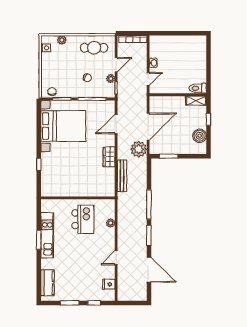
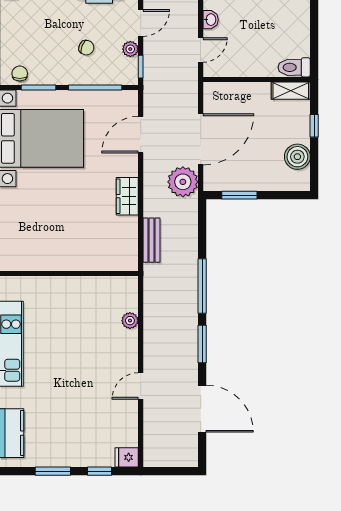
bench: (122, 176) -> (151, 240), width x0.73
kitchen island: (83, 219) -> (78, 314), removed
fridge: (109, 284) -> (127, 457), moved

